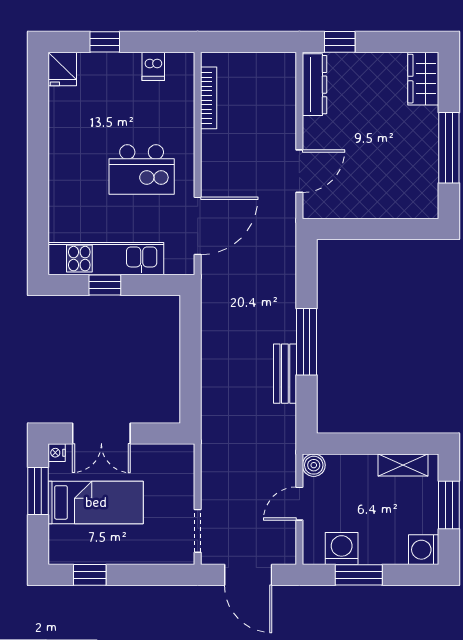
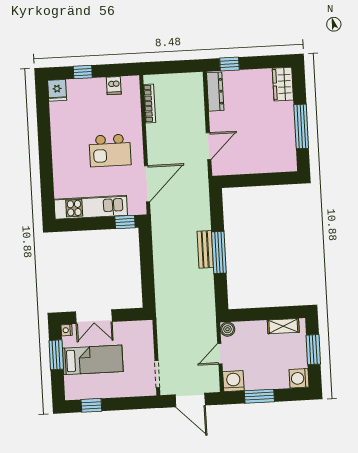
window: (105, 285) -> (125, 222), moved
bench: (285, 374) -> (205, 249), moved
washing machine: (342, 549) -> (233, 381), moved

